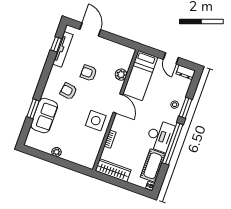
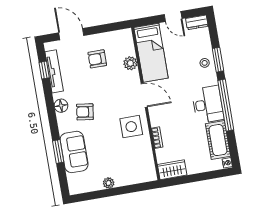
armchair: (89, 73) -> (97, 59), moved
floor lamp: (54, 77) -> (61, 106), added
wardrobe: (113, 170) -> (172, 170), width x0.67

